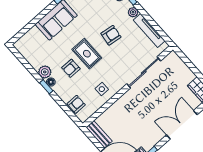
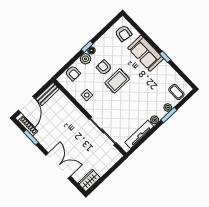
armchair: (111, 35) -> (123, 33), moved
plant: (45, 72) -> (86, 59), moved

